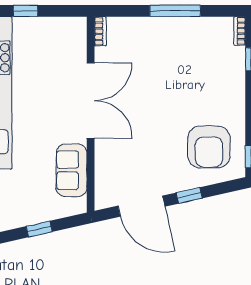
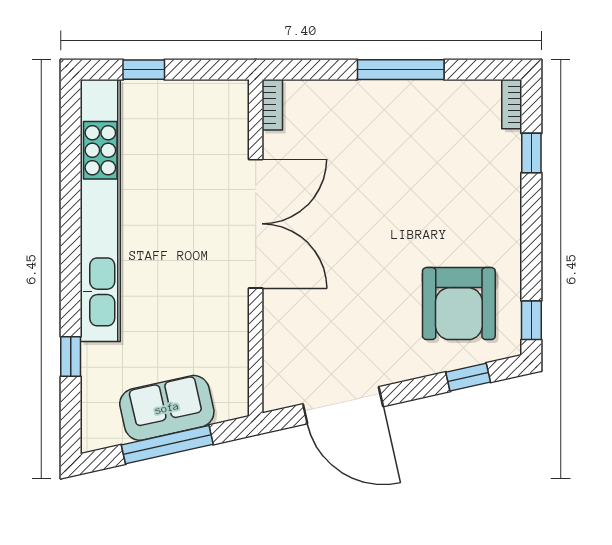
sofa: (72, 170) -> (167, 408), moved, turned 77
window: (189, 195) -> (468, 377), moved
window: (39, 229) -> (167, 445), width x2.17

